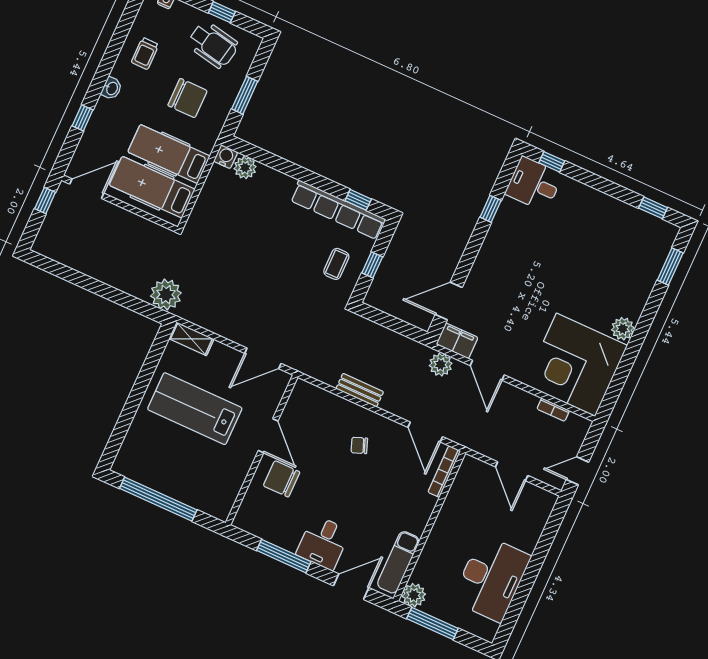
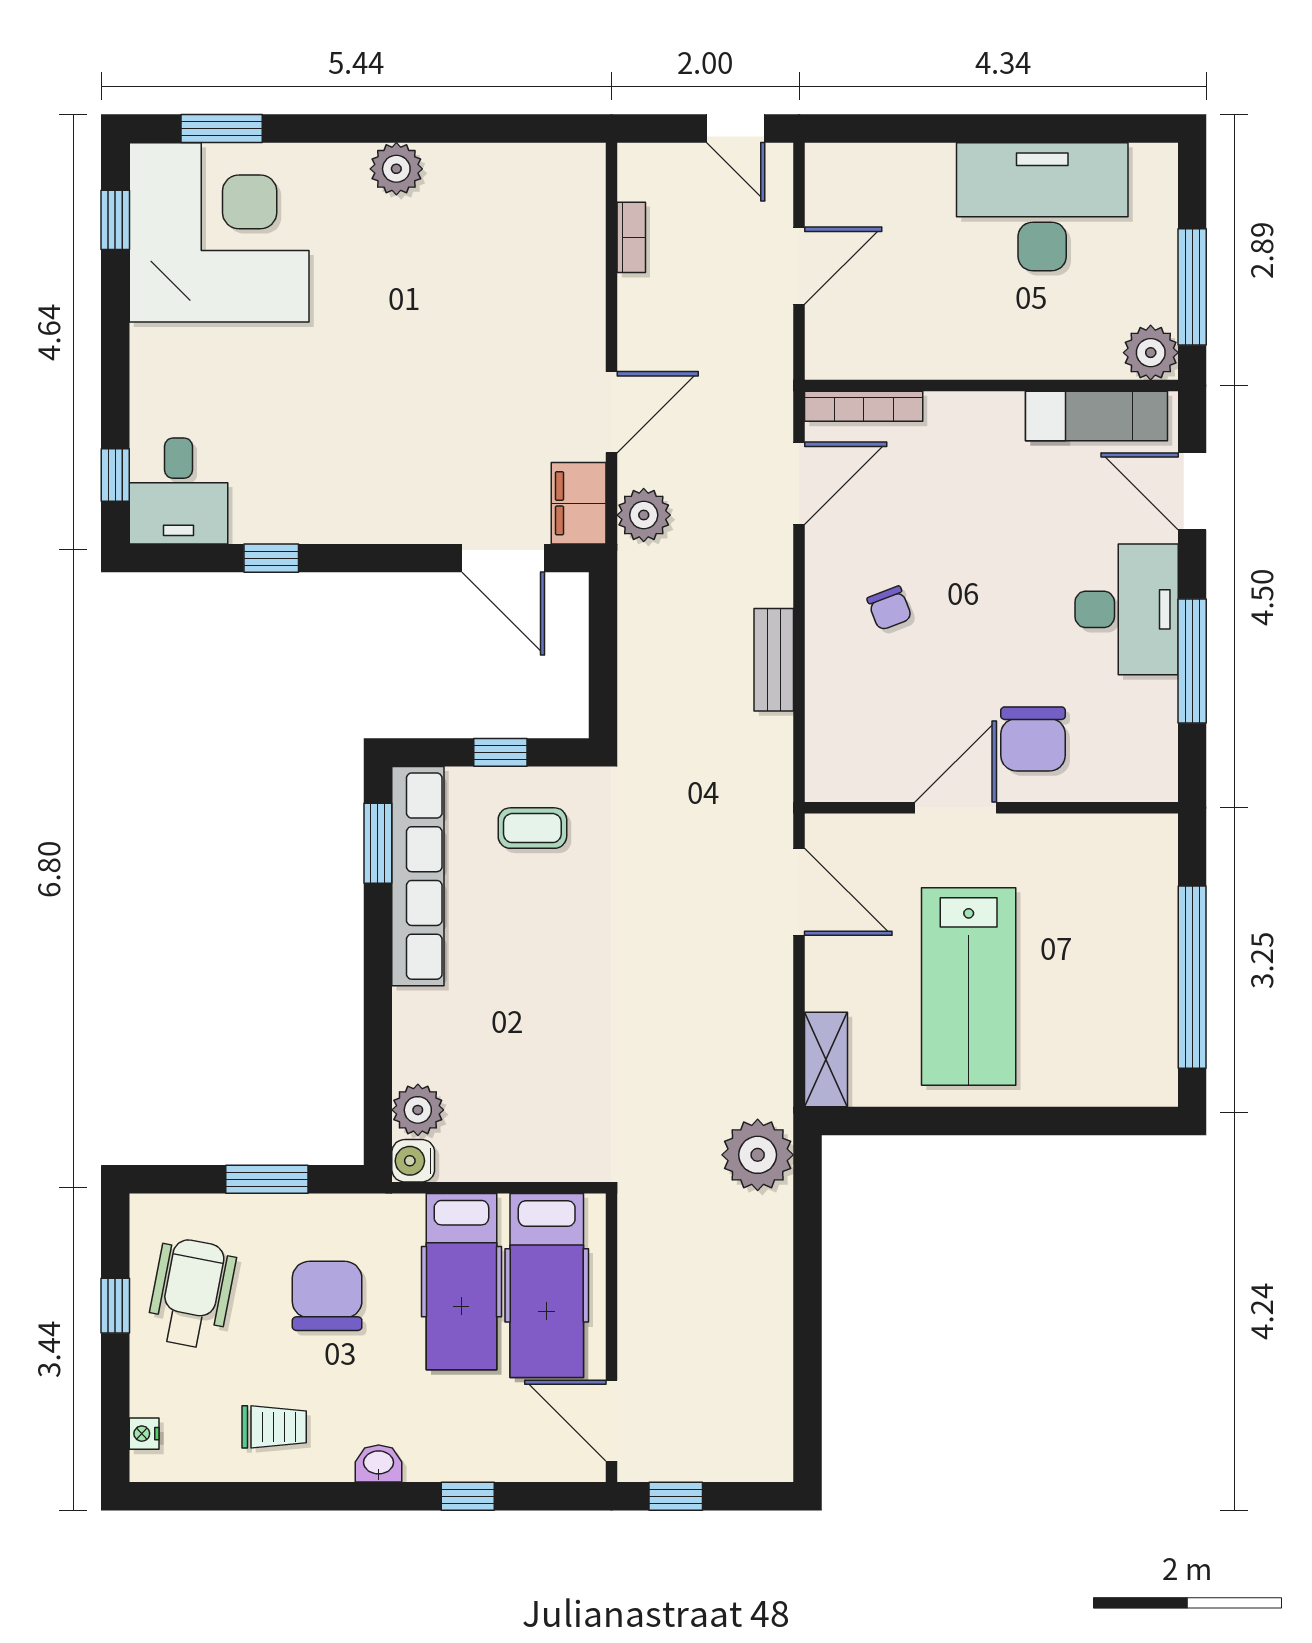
window: (358, 200) -> (378, 843), width x1.50
corner desk: (576, 365) -> (219, 232), moved, turned -90
desk: (323, 543) -> (1127, 609), width x1.37

